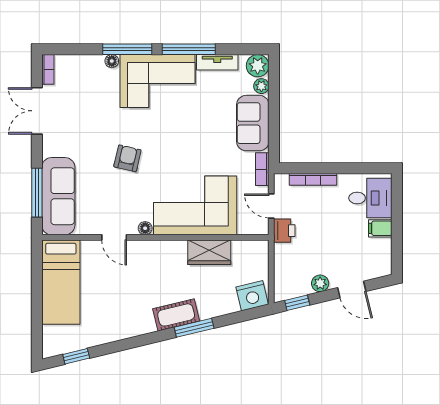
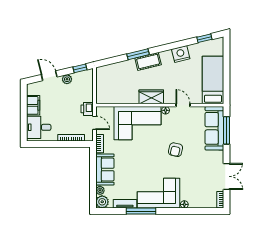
window: (127, 49) -> (176, 211), removed
filing cabinet: (380, 228) -> (33, 105), width x2.00
wardrobe: (209, 252) -> (151, 97), moved
nightstand: (252, 296) -> (181, 54), moved

